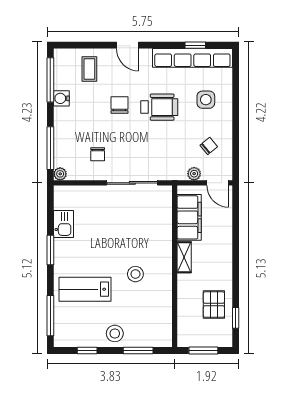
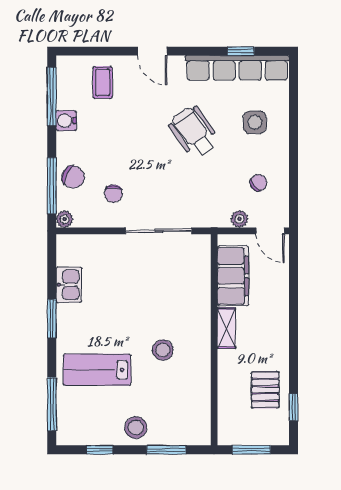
chair: (119, 105) -> (73, 177), moved, turned 118
wheelchair: (159, 107) -> (194, 132), turned -125

